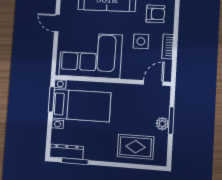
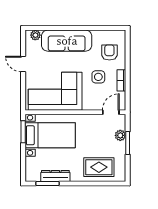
armchair: (155, 14) -> (109, 52), turned -90
plant: (162, 124) -> (120, 135), moved
dresser: (66, 152) -> (55, 176), moved

